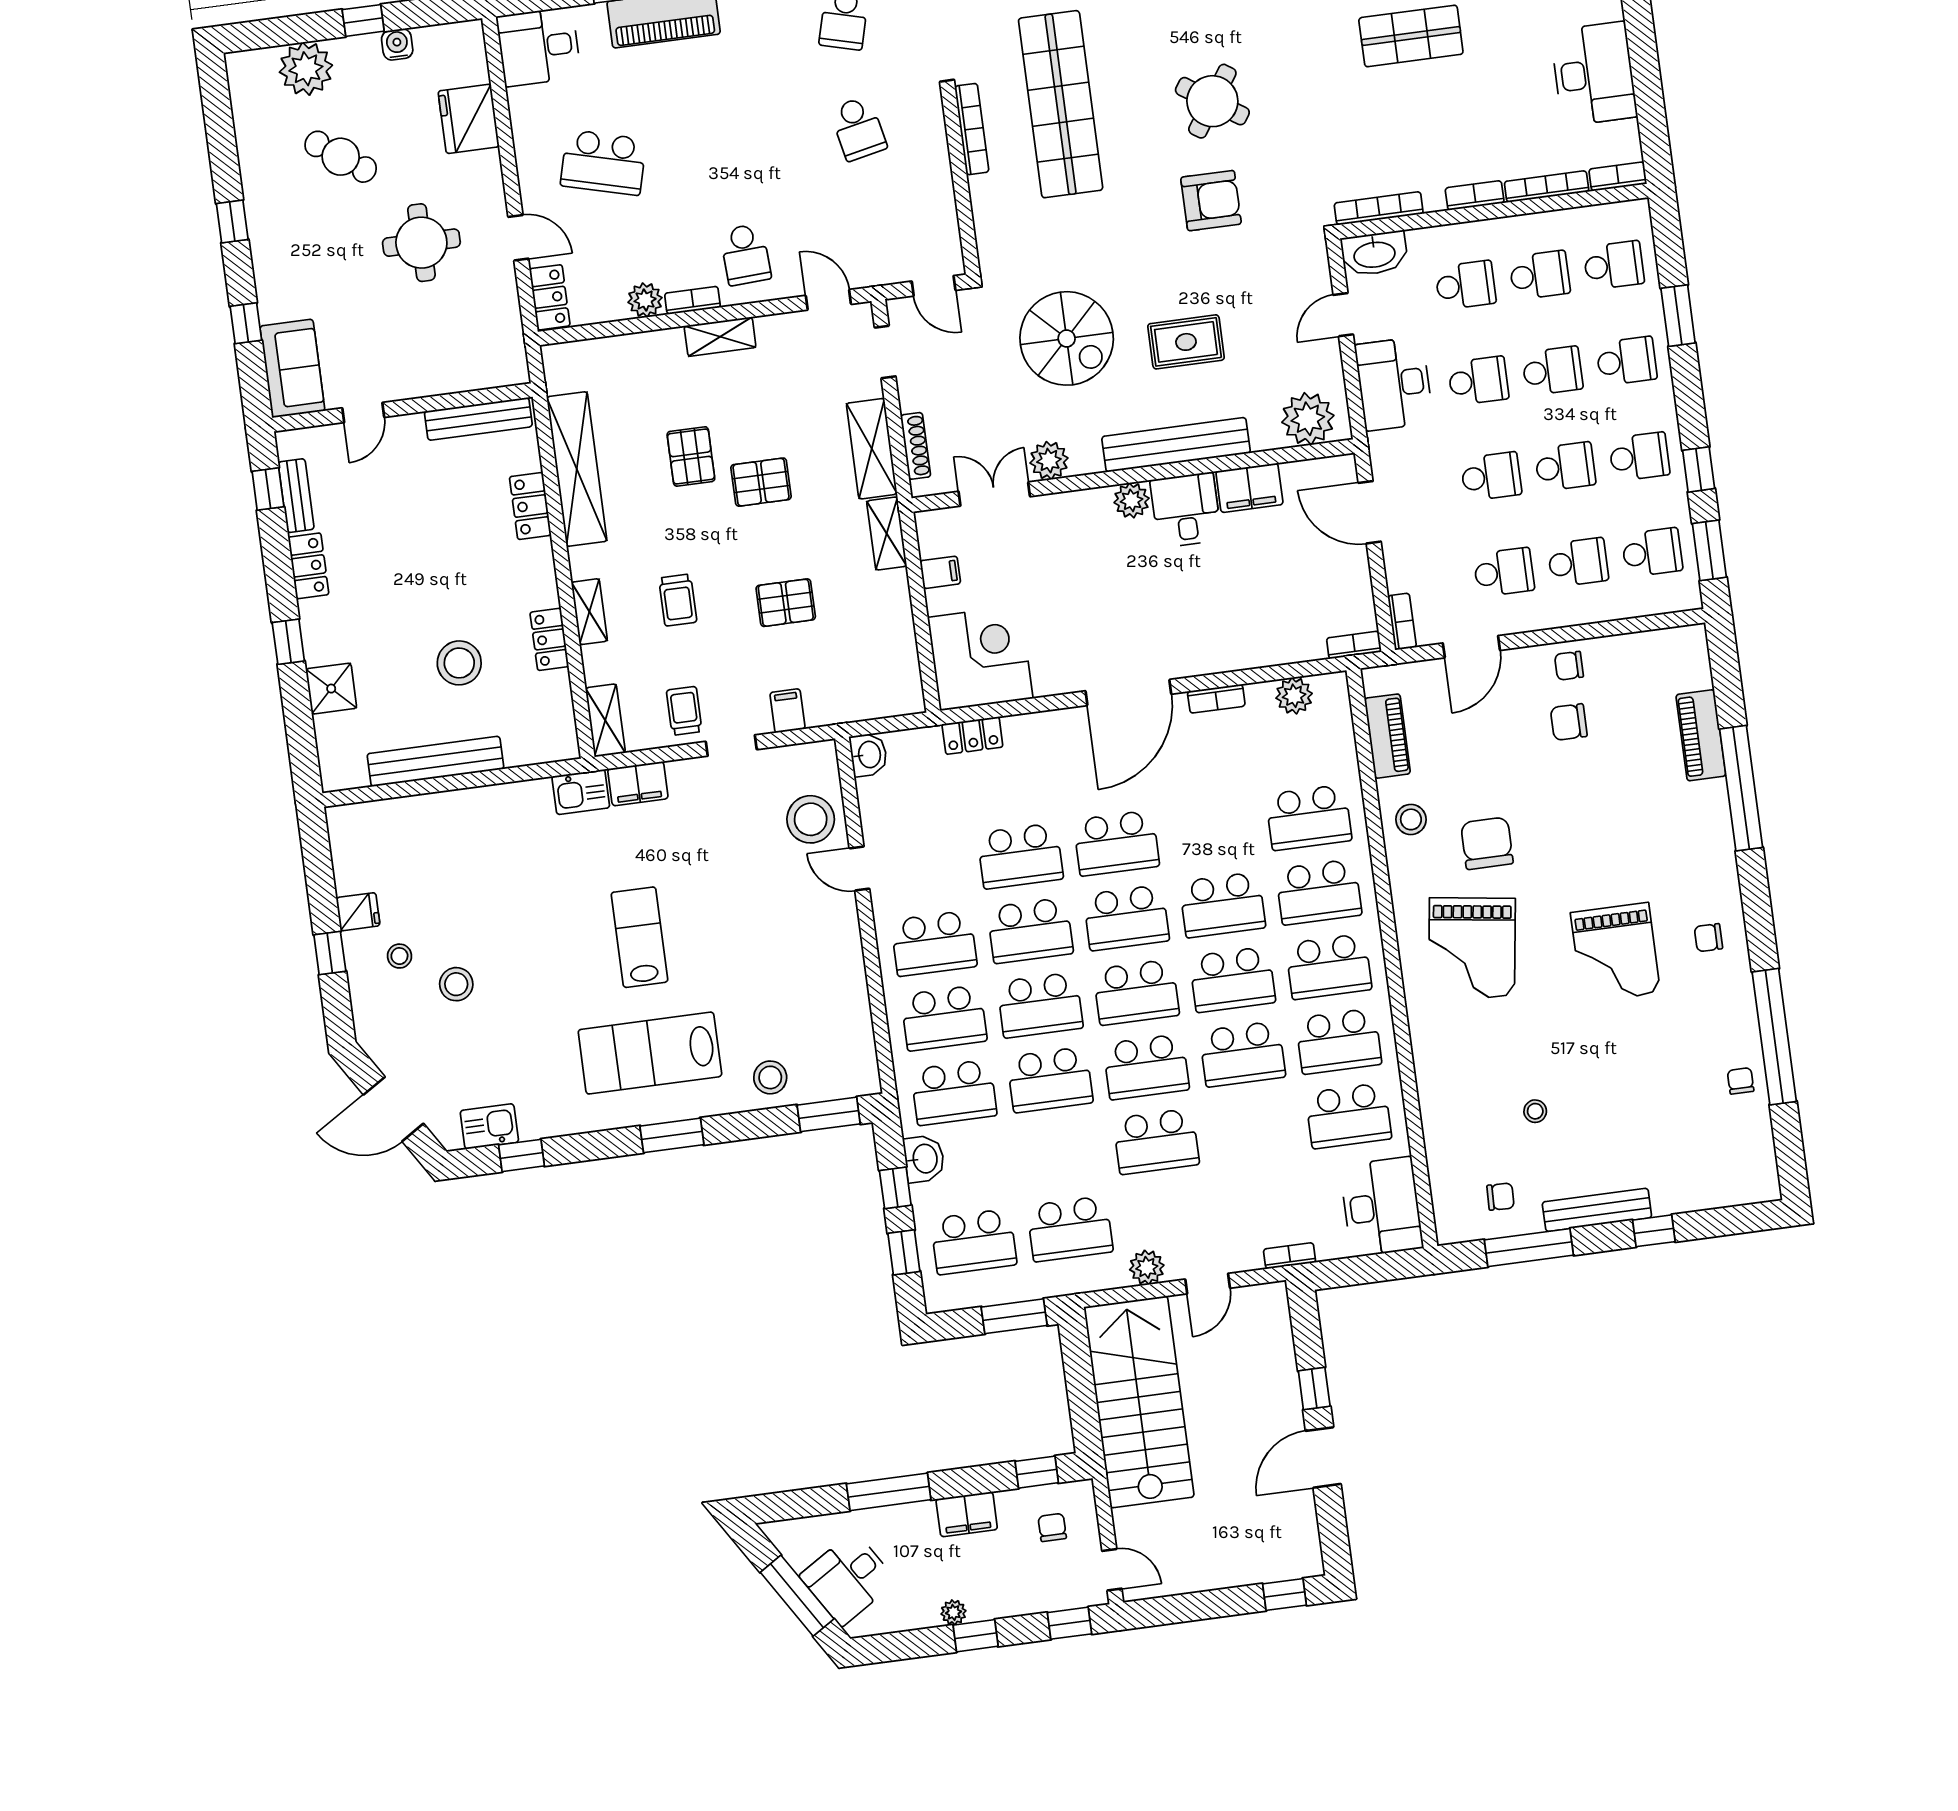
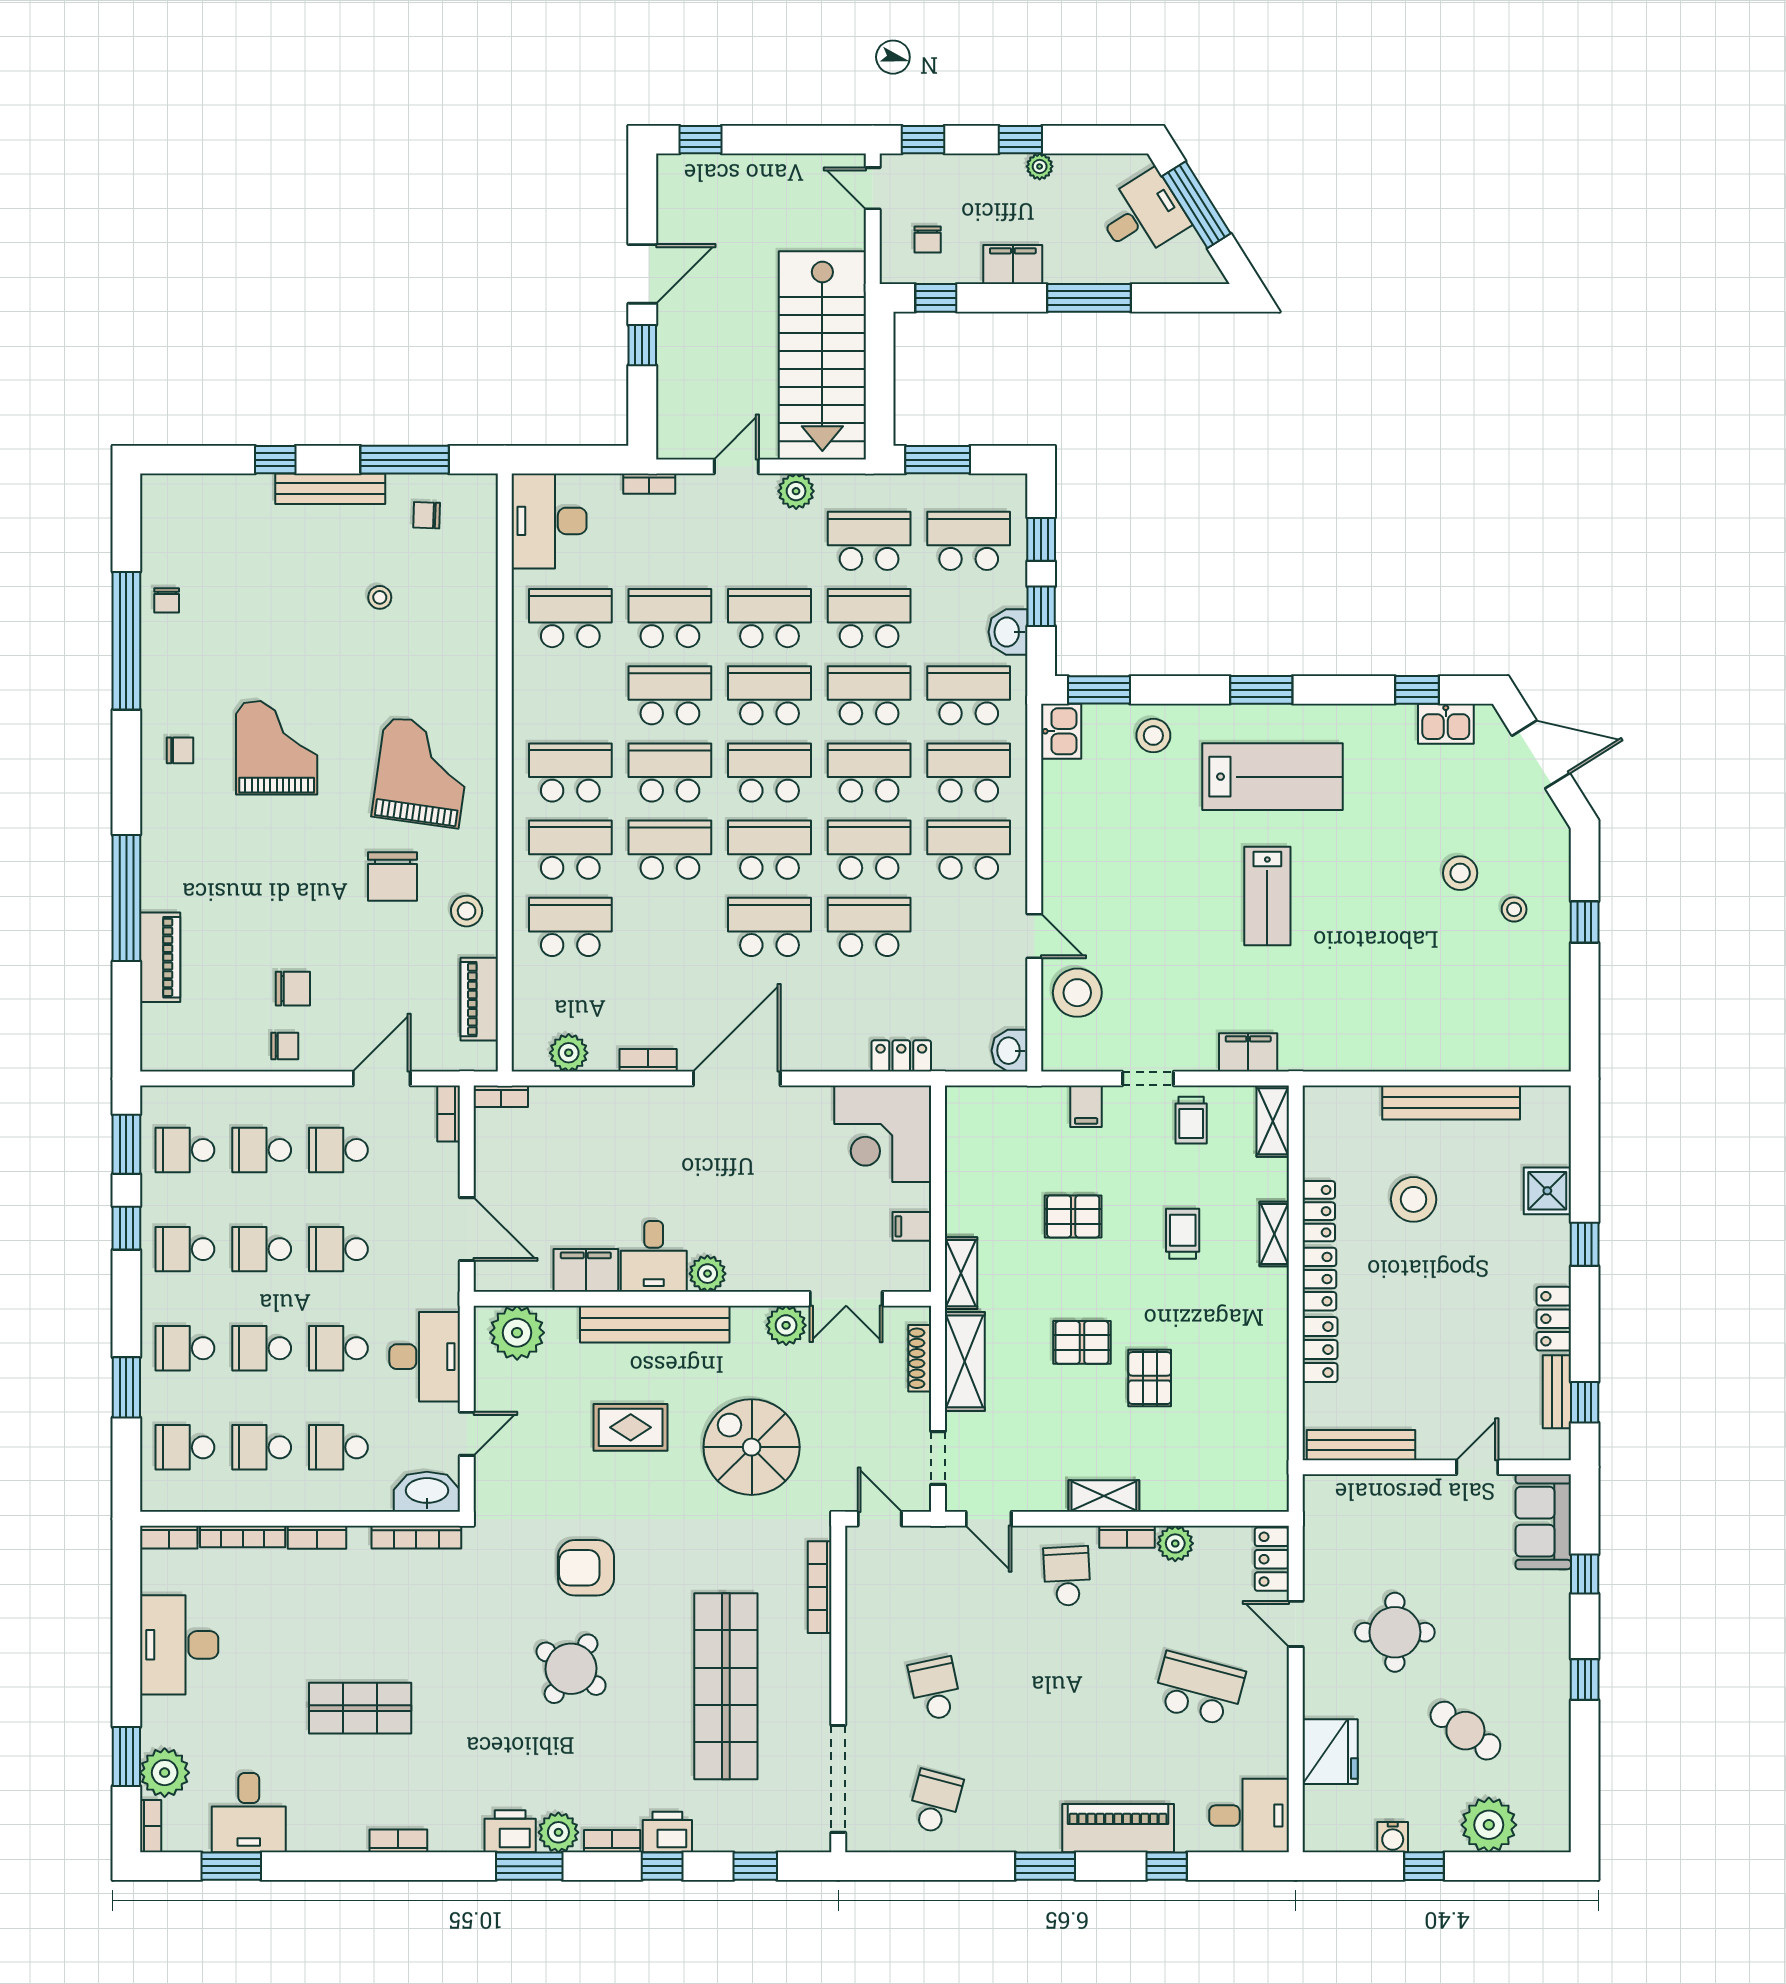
bookcase: (972, 129) -> (820, 1587), moved
shelving: (577, 469) -> (1268, 1381), removed
locker: (540, 574) -> (1319, 1279), added
kitchen sink: (581, 792) -> (1061, 731), moved, turned 90
fridge: (358, 912) -> (1550, 960), removed
school desk: (1339, 1041) -> (670, 618), moved
school desk: (1060, 1154) -> (869, 618), added

